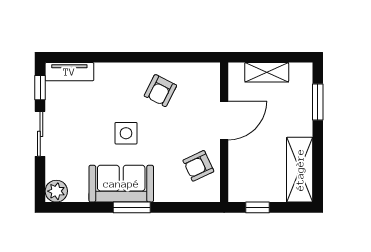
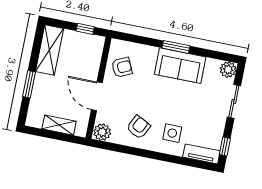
plant: (207, 74) -> (102, 132), added
window: (318, 102) -> (29, 84), moved
door: (224, 121) -> (97, 96), hinge flipped
side table: (126, 133) -> (172, 133), moved
sliding door: (40, 134) -> (234, 101), moved

